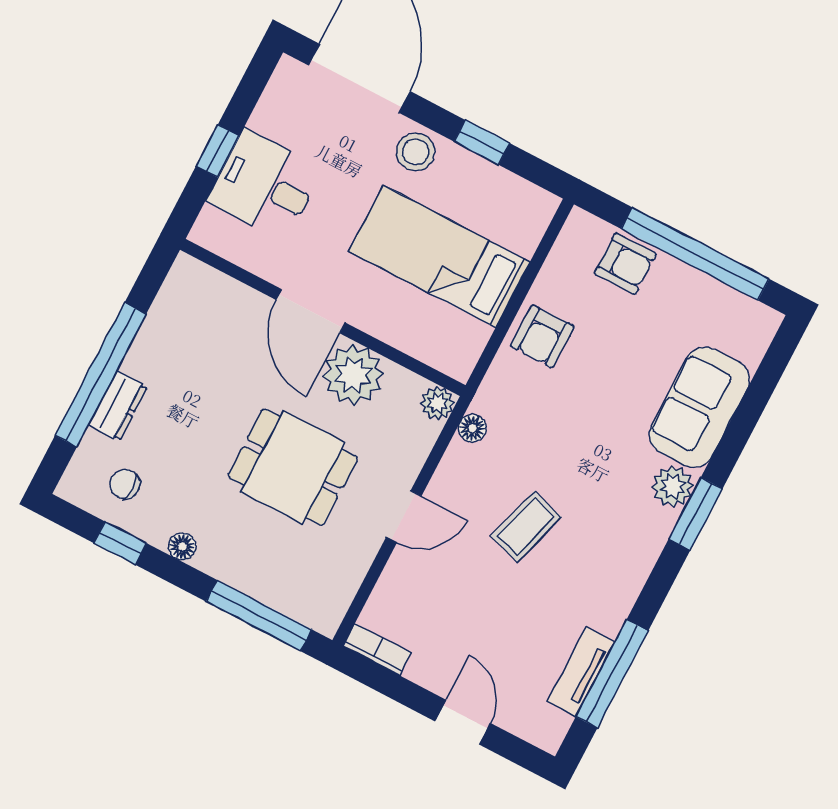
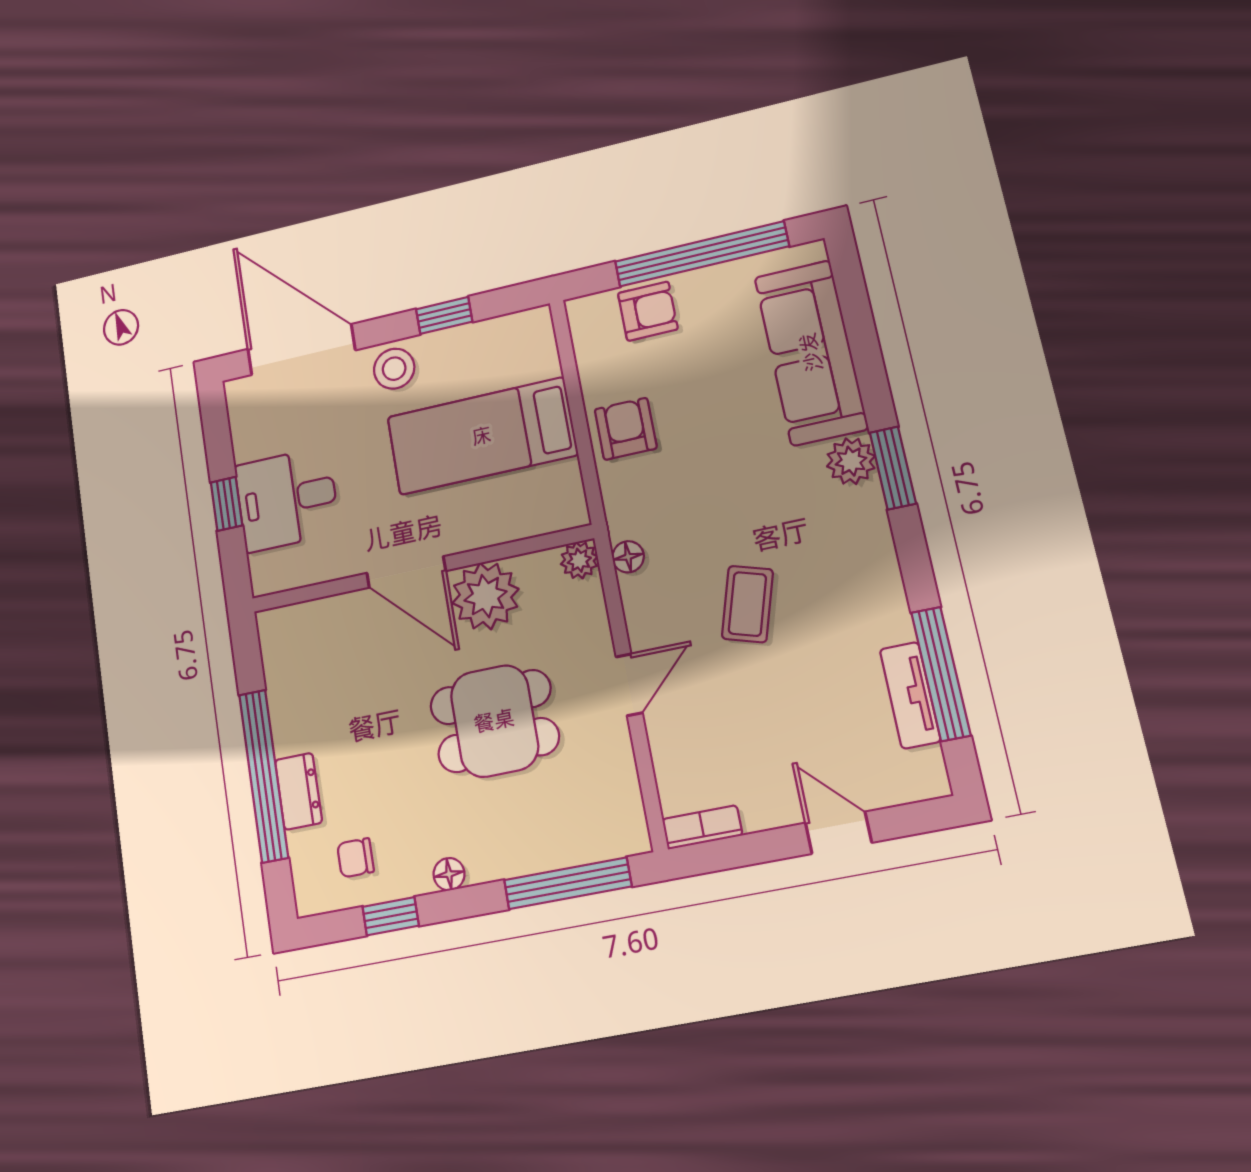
armchair: (542, 336) -> (626, 429), turned 180
sofa: (699, 407) -> (811, 352), width x1.36

